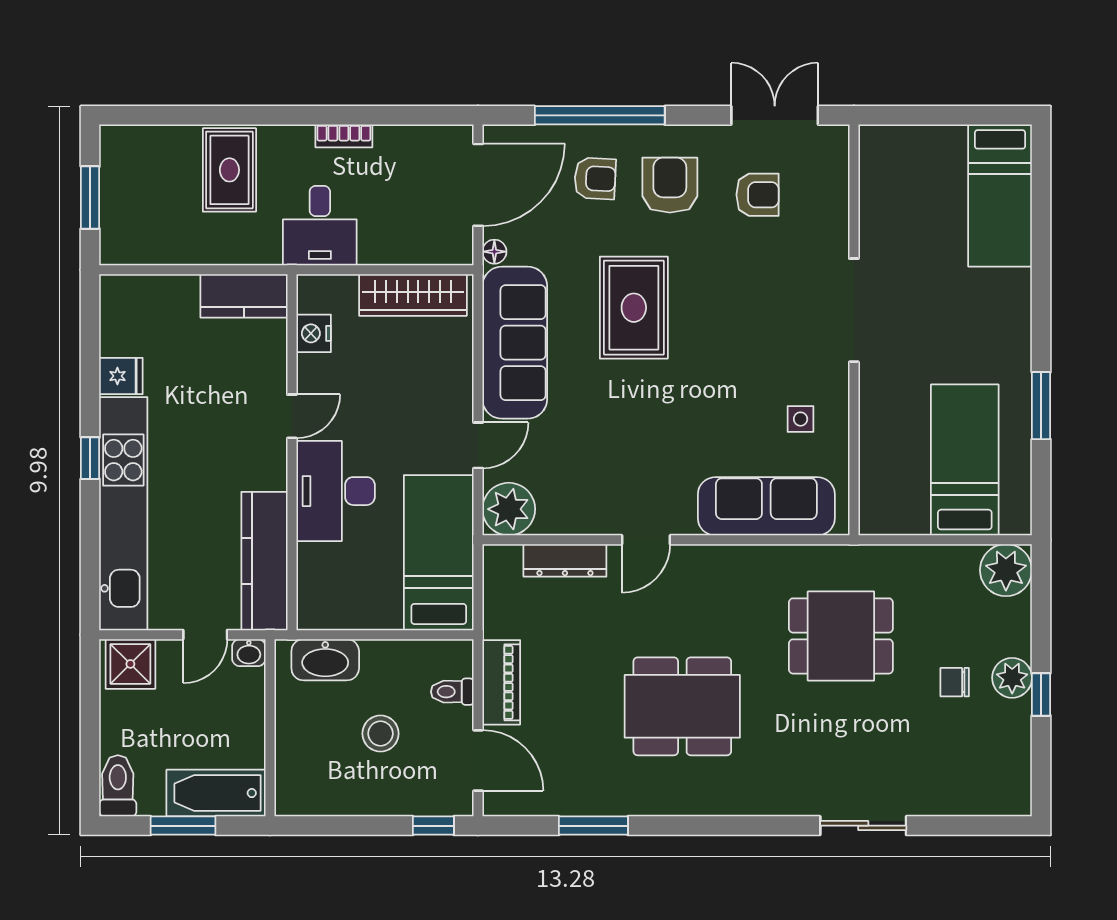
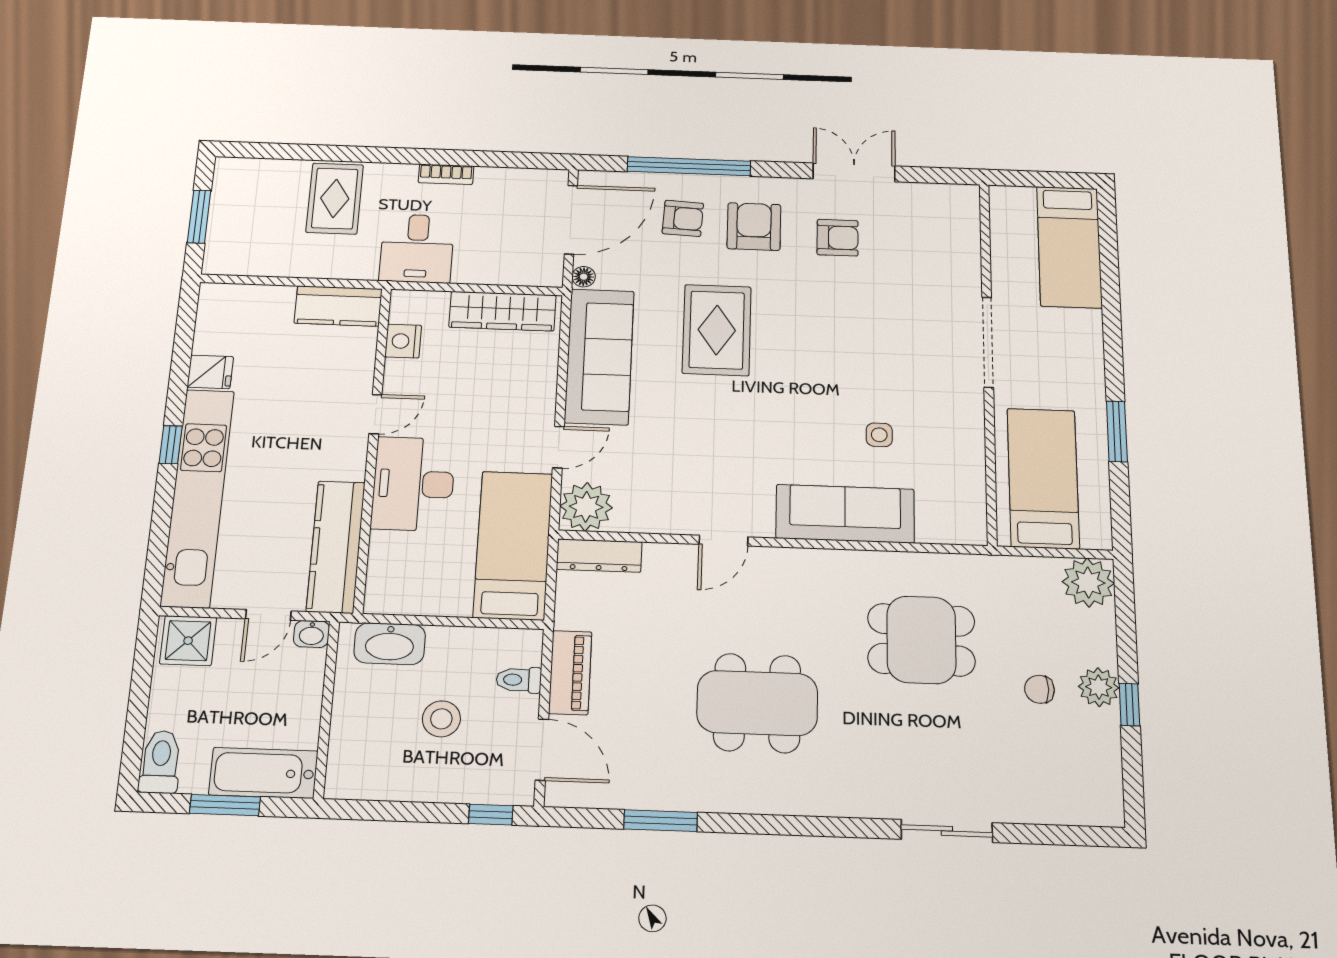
doorway: (854, 310) -> (988, 342), moved
wall: (854, 330) -> (988, 359), moved
dresser: (565, 560) -> (599, 556), moved

